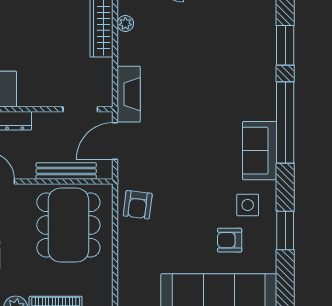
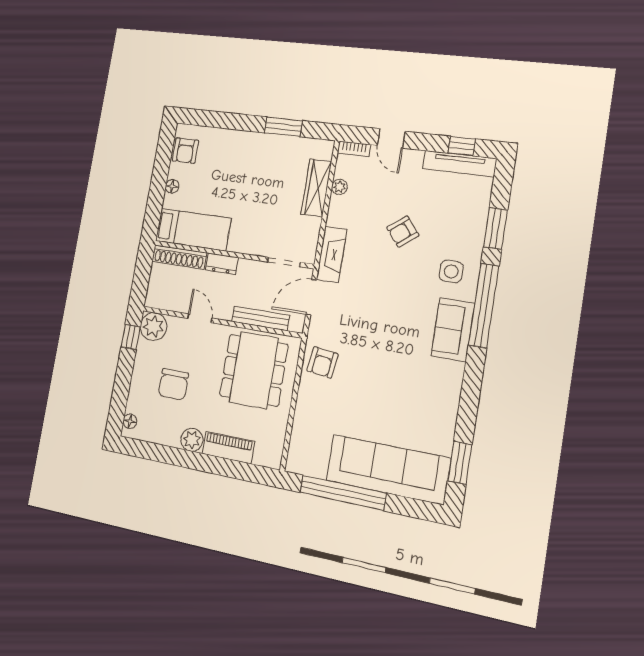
side table: (248, 205) -> (451, 272), moved
window: (285, 230) -> (460, 463), moved
armchair: (230, 240) -> (403, 232), moved, turned -39

